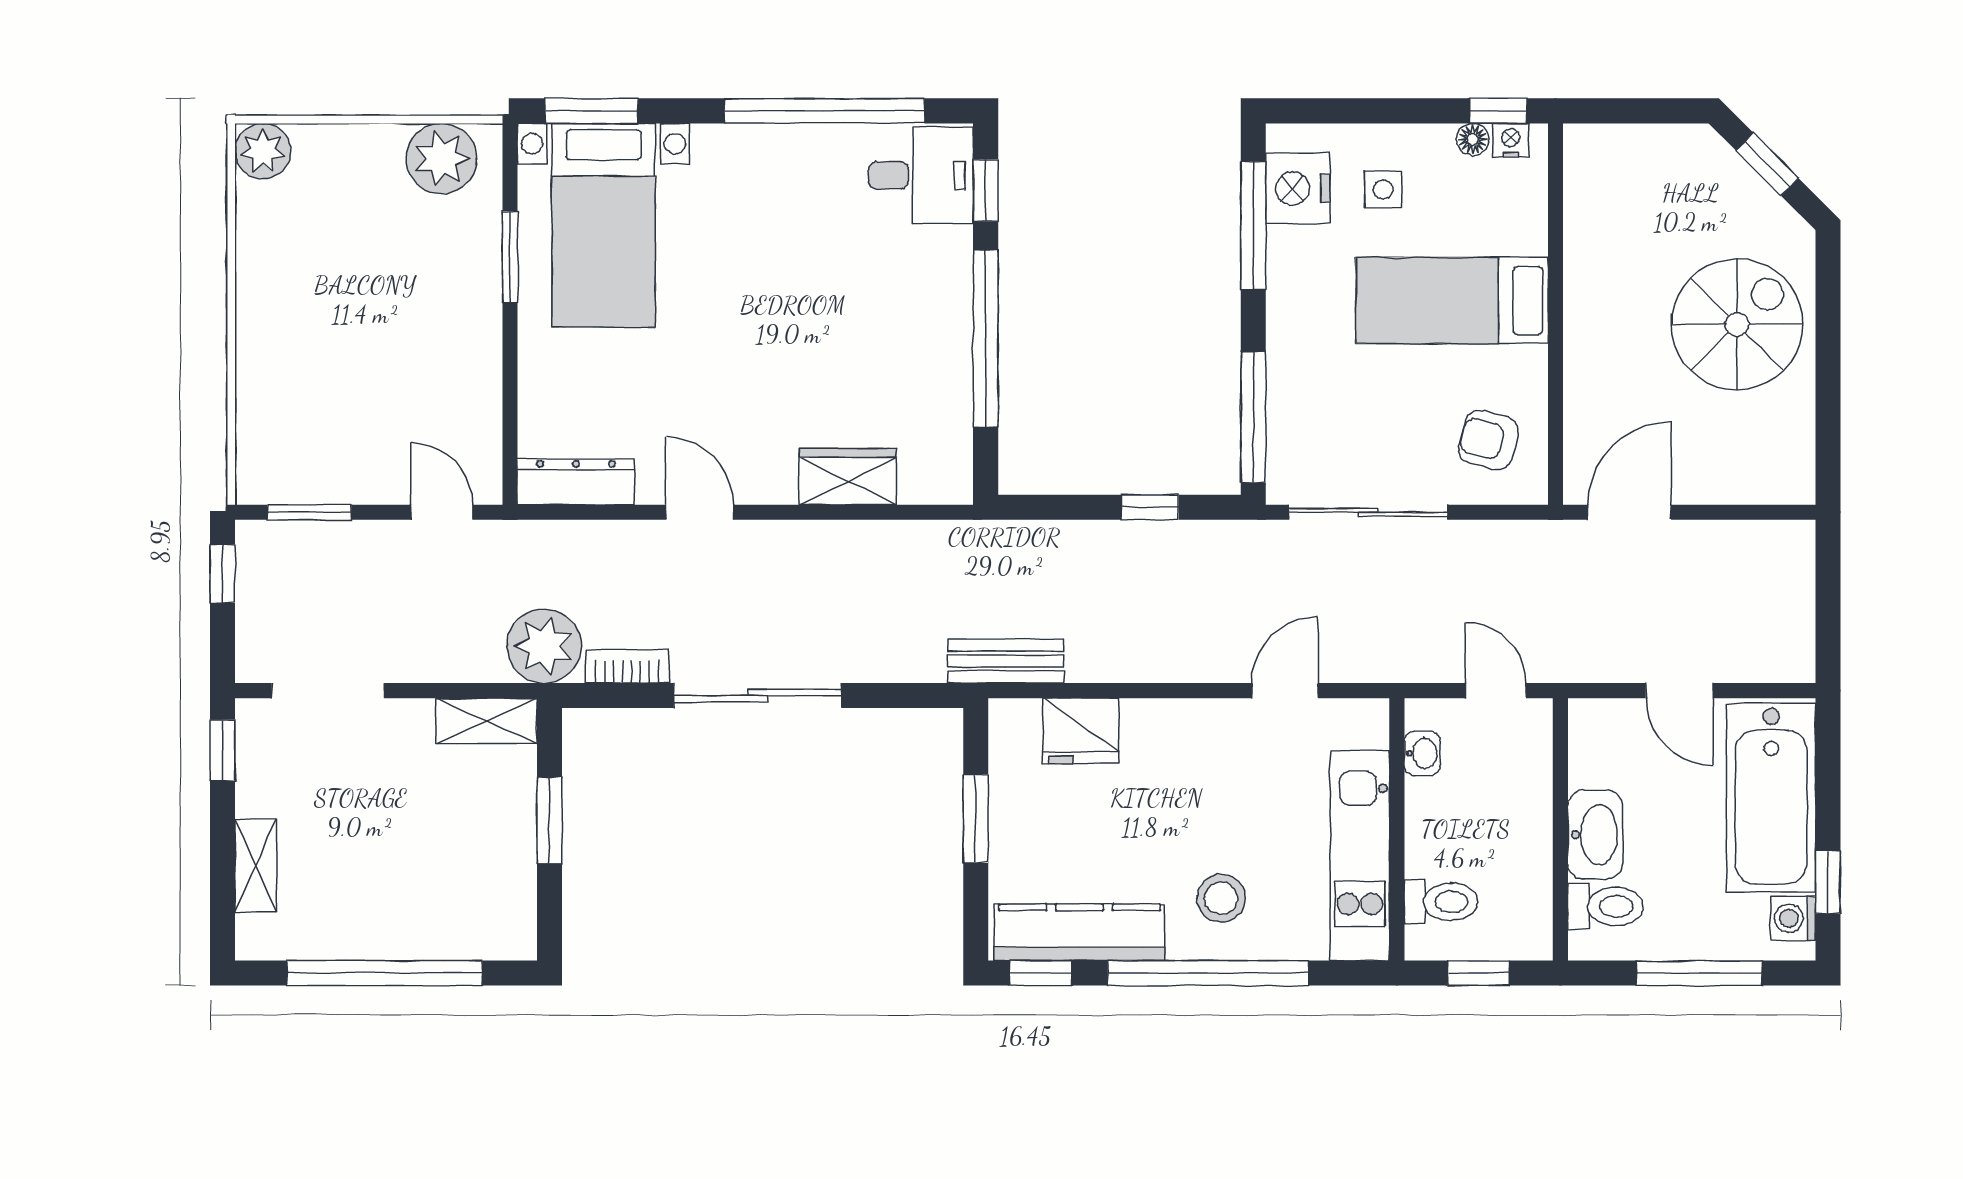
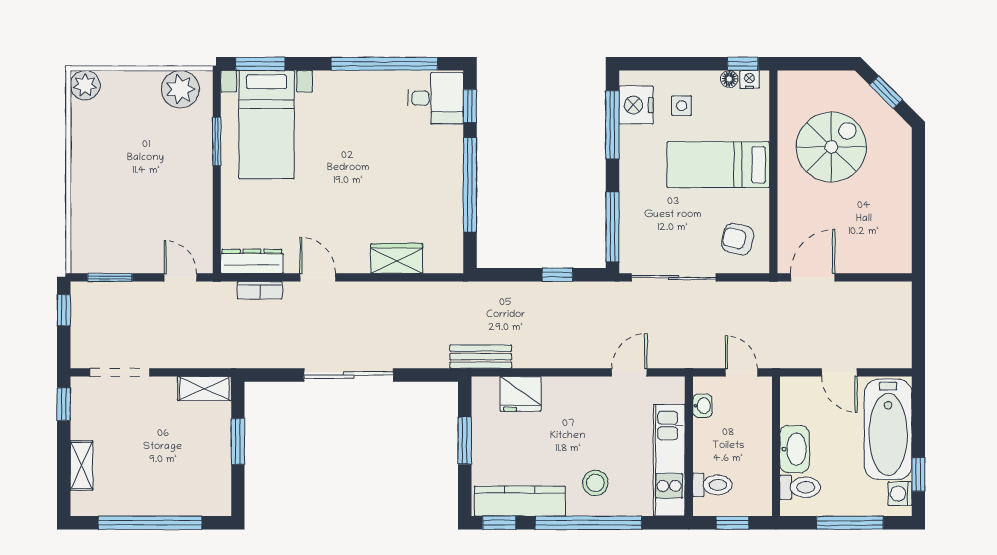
spiral stairs: (1737, 324) -> (831, 147), moved
plant: (544, 646) -> (235, 349), removed
bookcase: (627, 666) -> (260, 290), moved, turned 180

